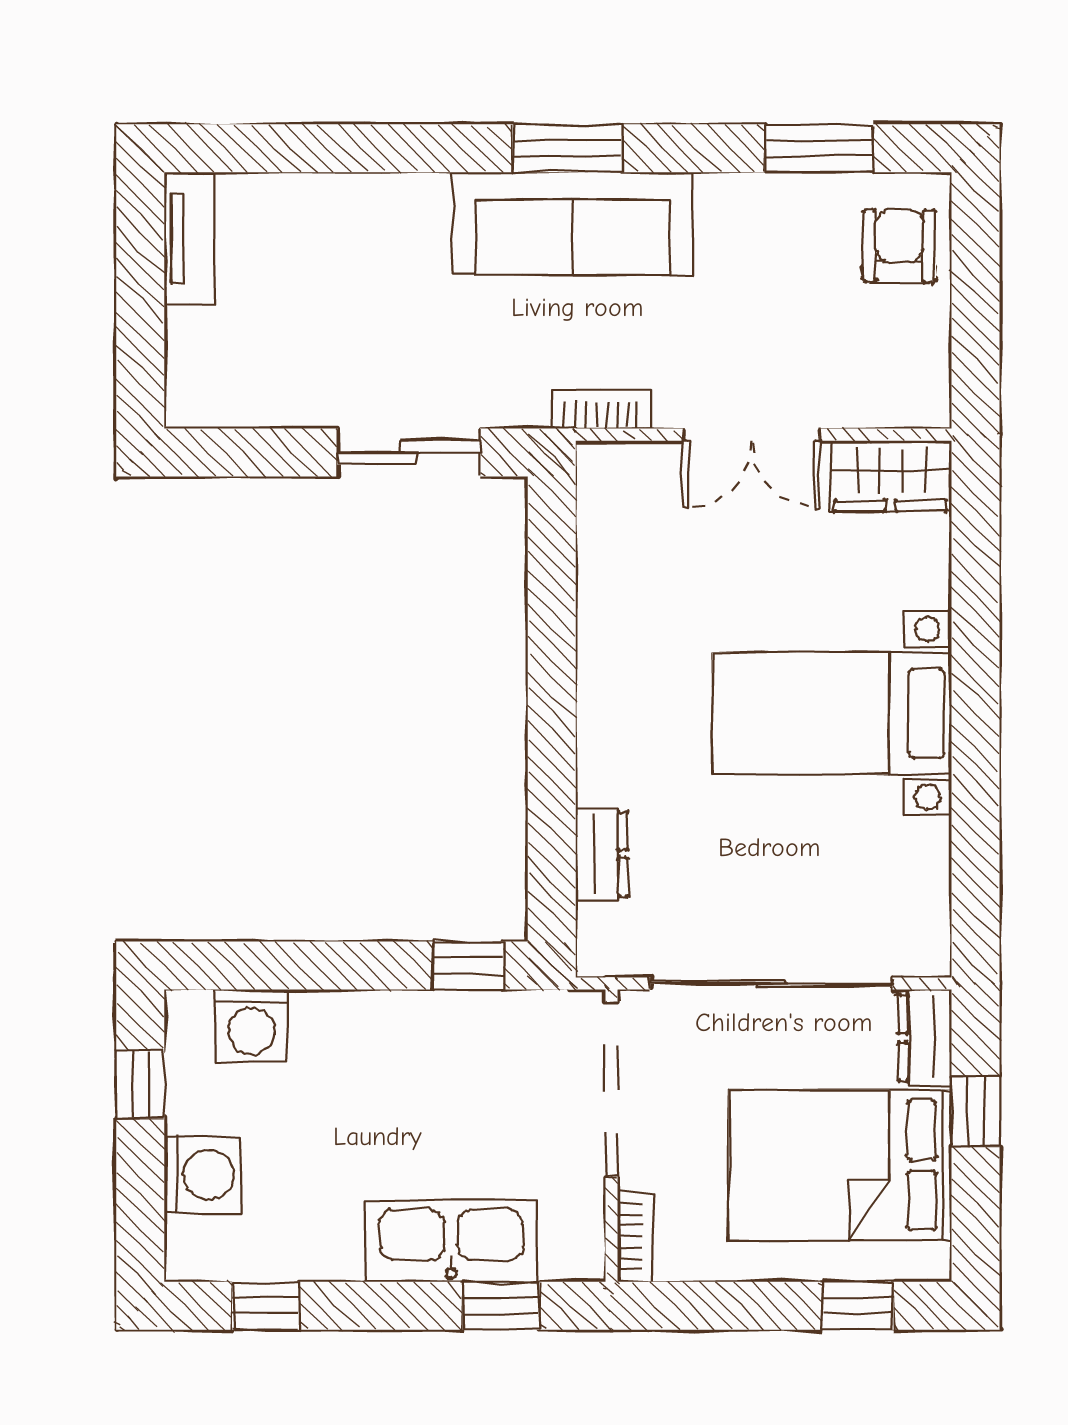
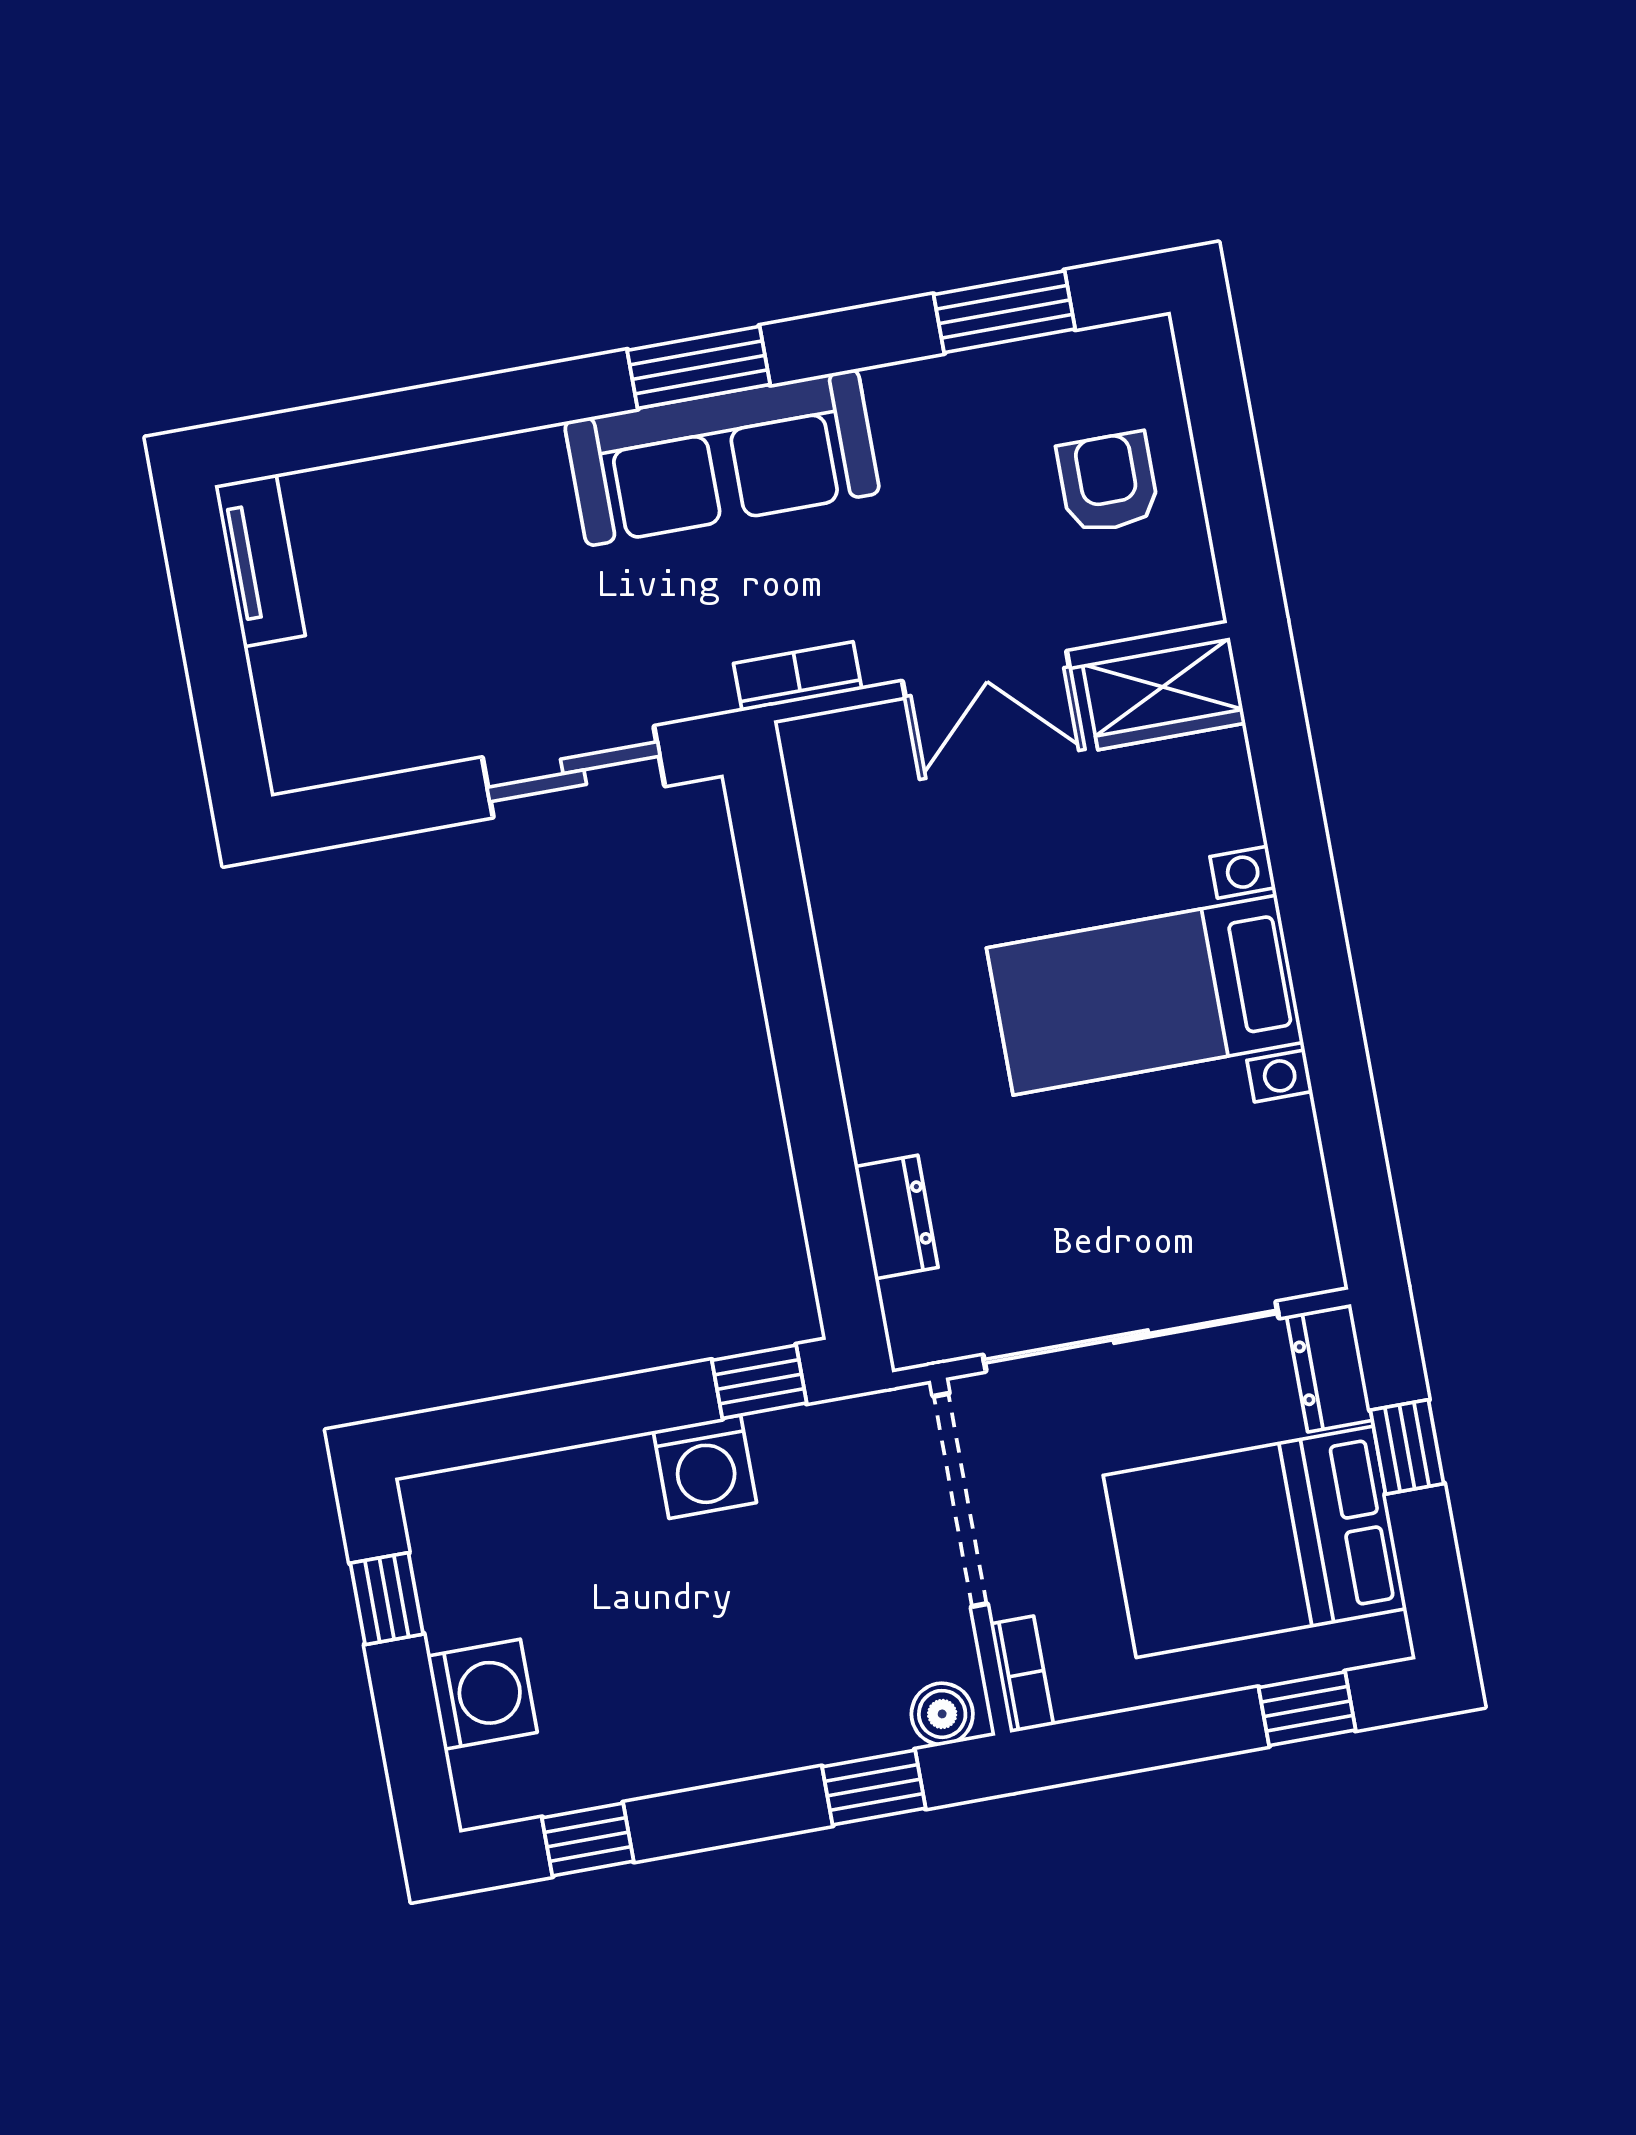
armchair: (899, 246) -> (1108, 483), moved
washing machine: (252, 1026) -> (705, 1467), moved
kitchen sink: (451, 1241) -> (799, 1720), removed
boiler: (566, 1257) -> (942, 1714), added

